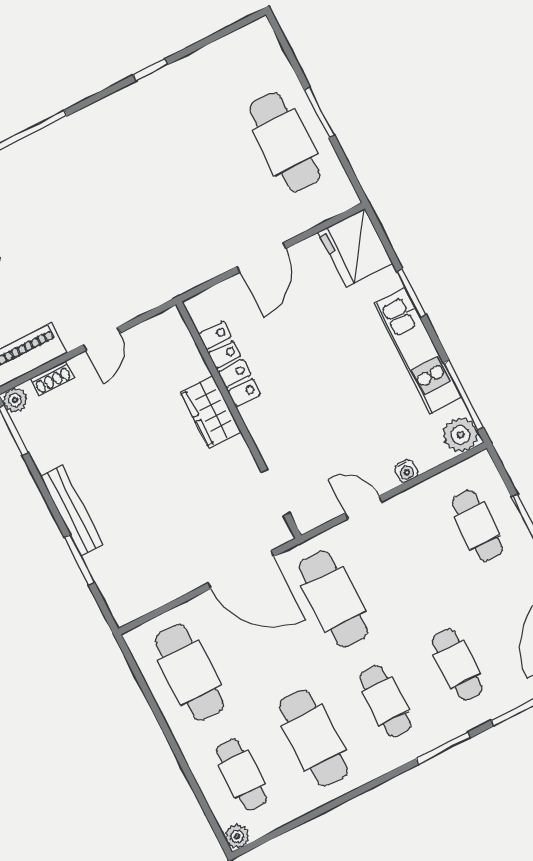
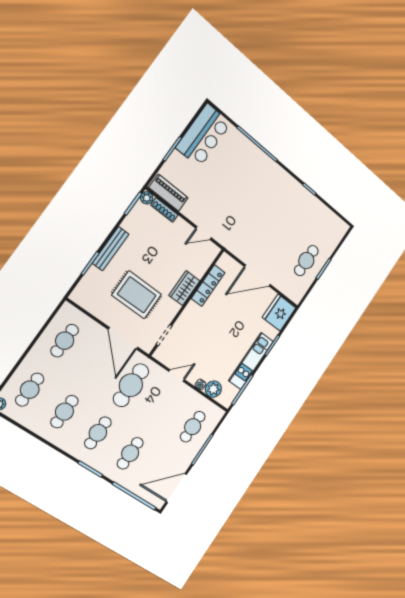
cafe table: (285, 142) -> (306, 261), width x0.73, depth x0.74
door: (261, 257) -> (257, 276), width x1.36
door: (102, 339) -> (204, 233), moved
shoe rack: (52, 378) -> (164, 210), width x1.43
plant: (461, 435) -> (213, 389), moved
rug: (177, 506) -> (137, 295), added
door: (363, 507) -> (177, 376), hinge flipped
cafe table: (189, 672) -> (65, 341), width x0.73, depth x0.74
cafe table: (313, 738) -> (64, 412), width x0.73, depth x0.74

